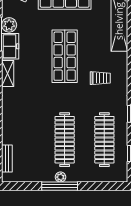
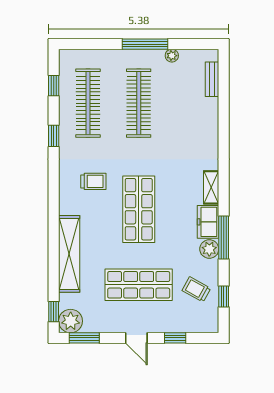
trolley: (100, 78) -> (93, 181), turned 180
plant: (60, 177) -> (172, 56), moved

